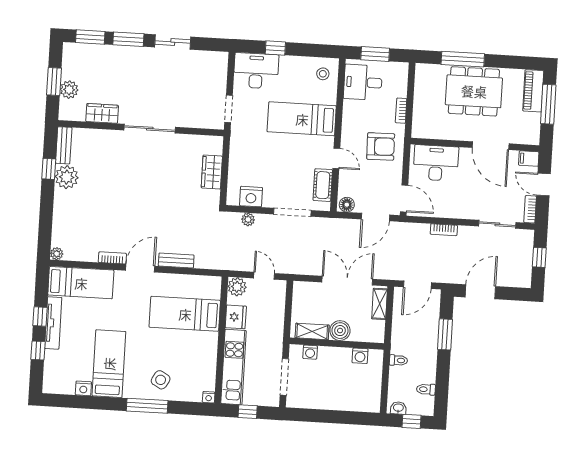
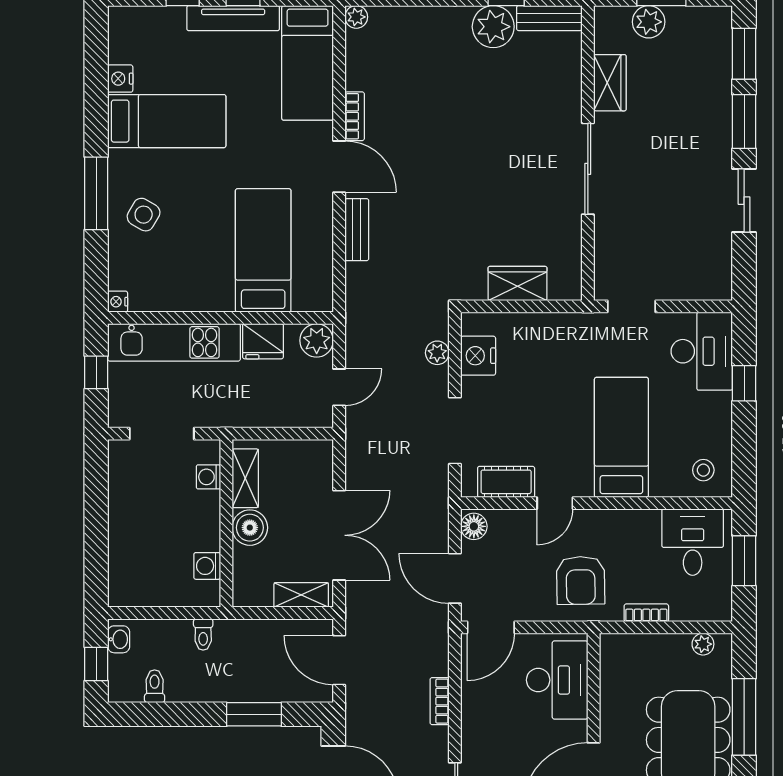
plant: (421, 80) -> (703, 644), added

